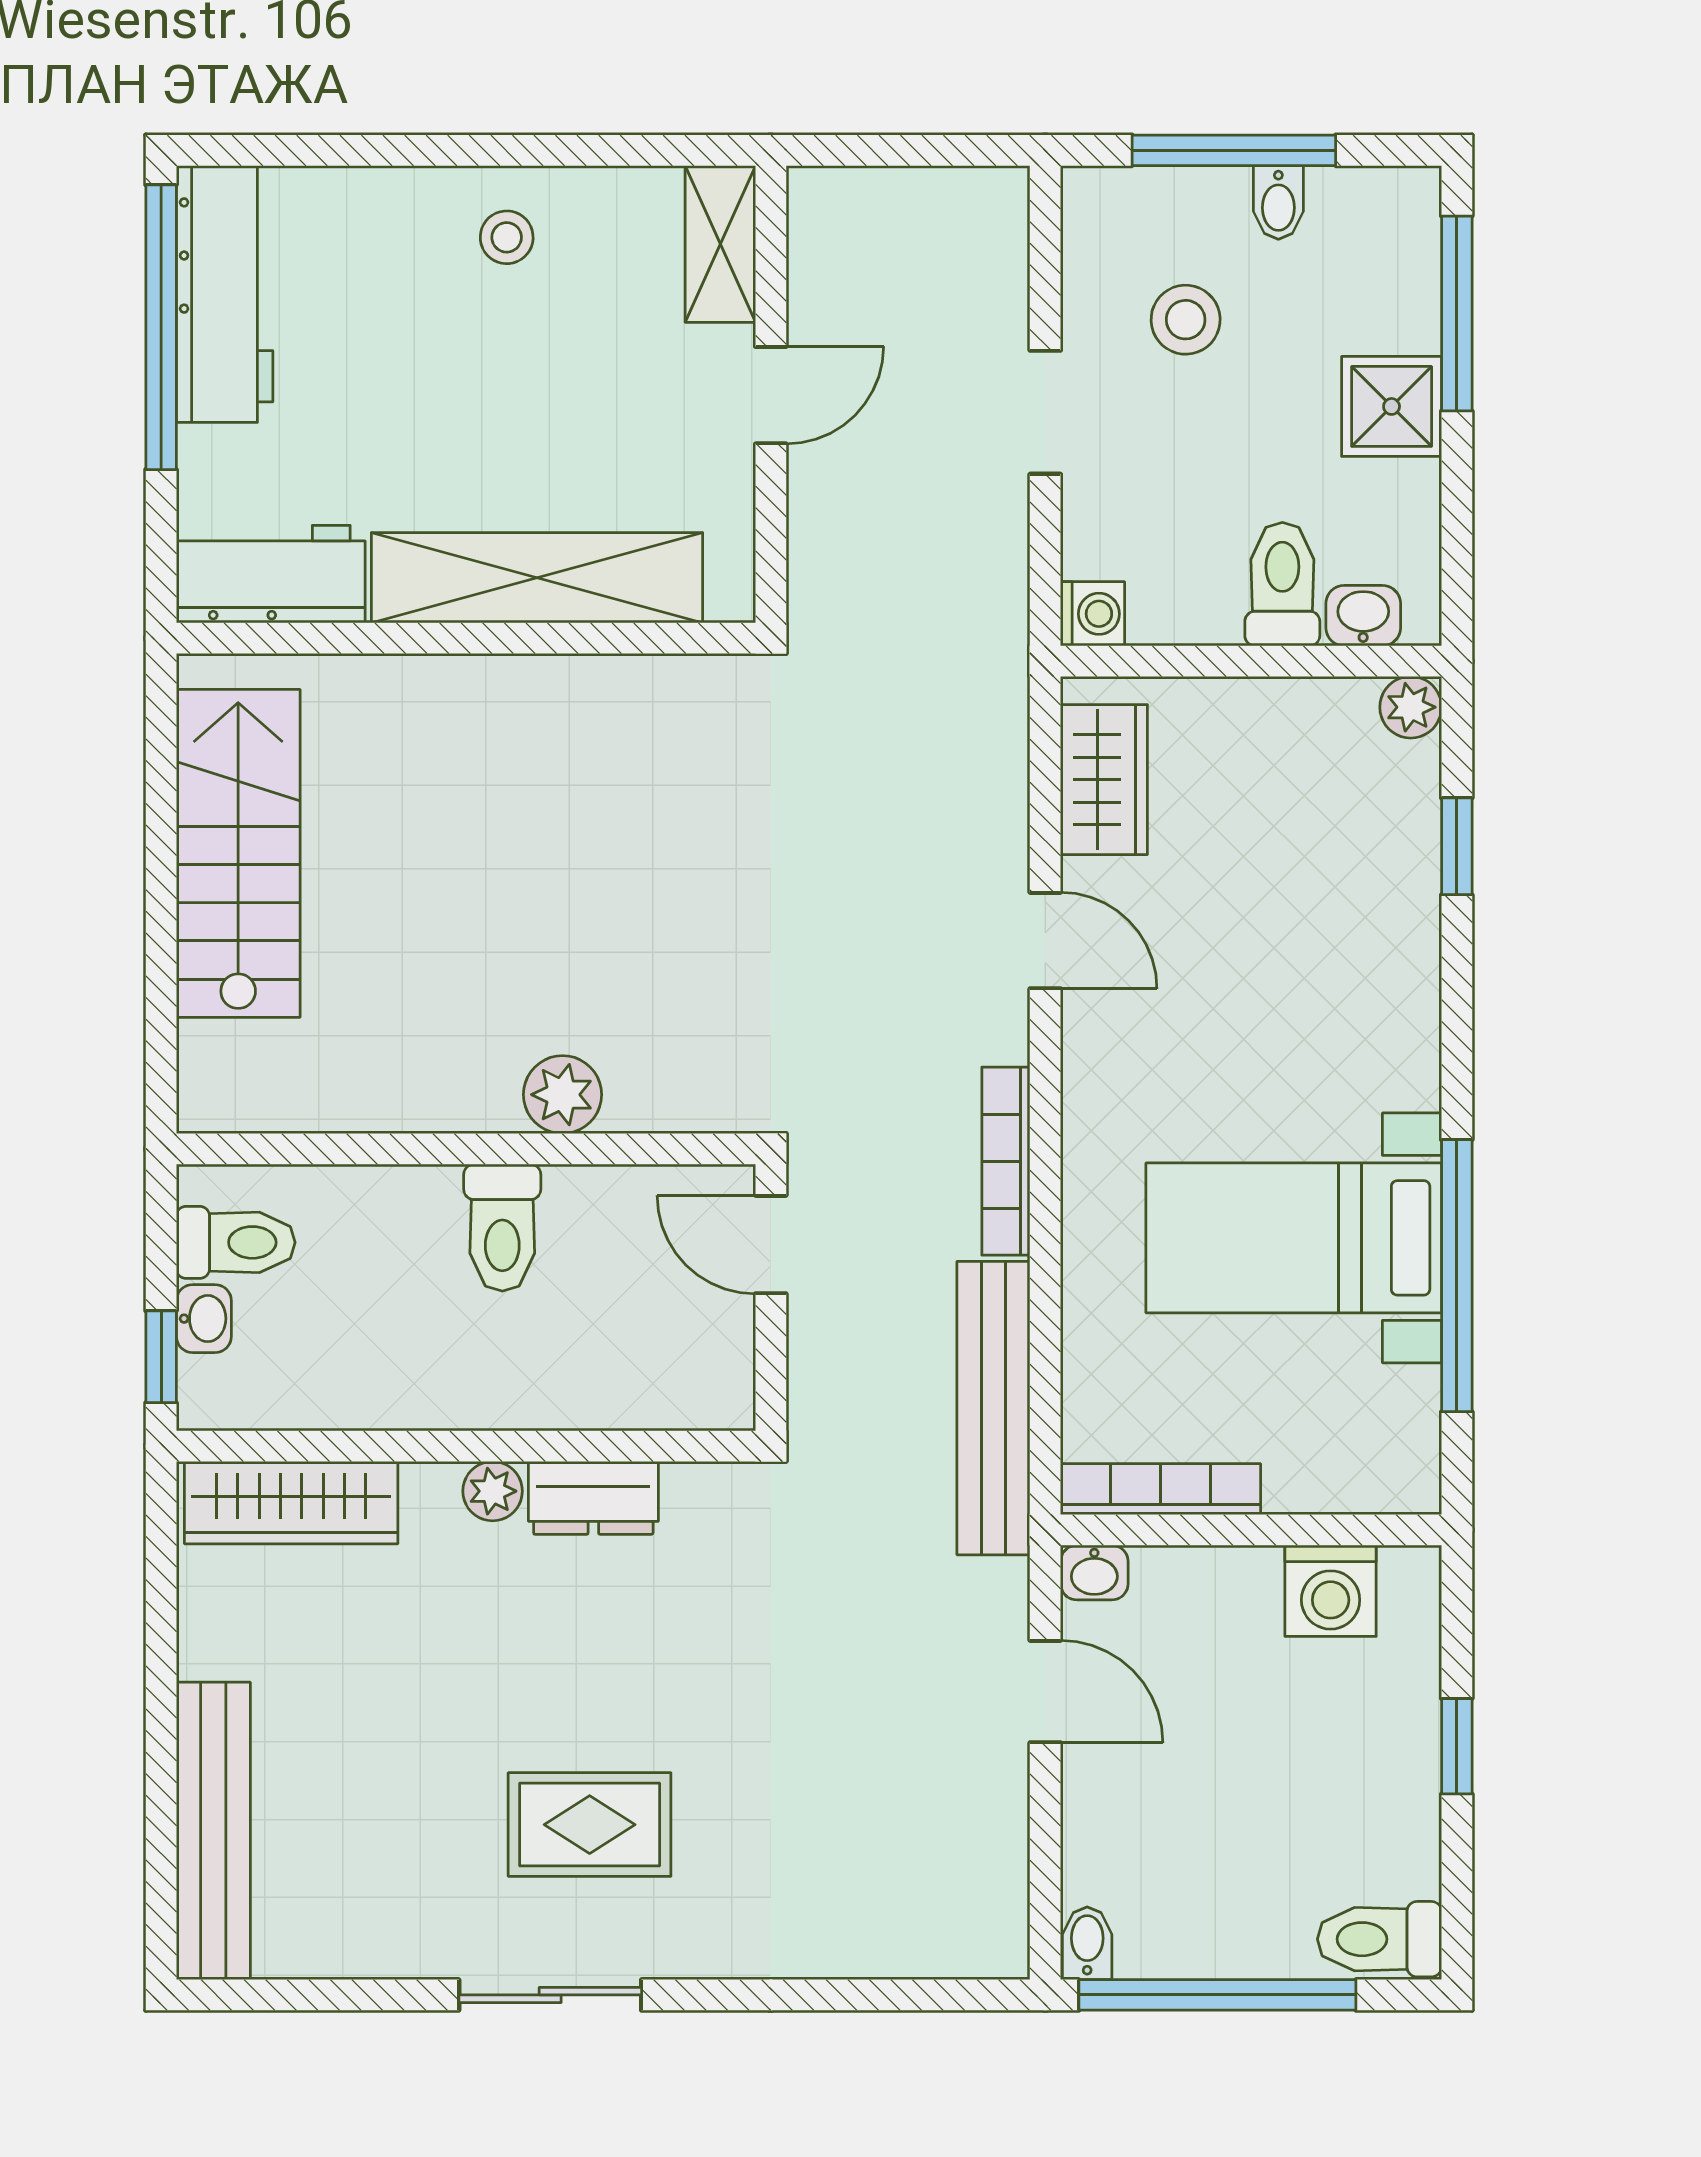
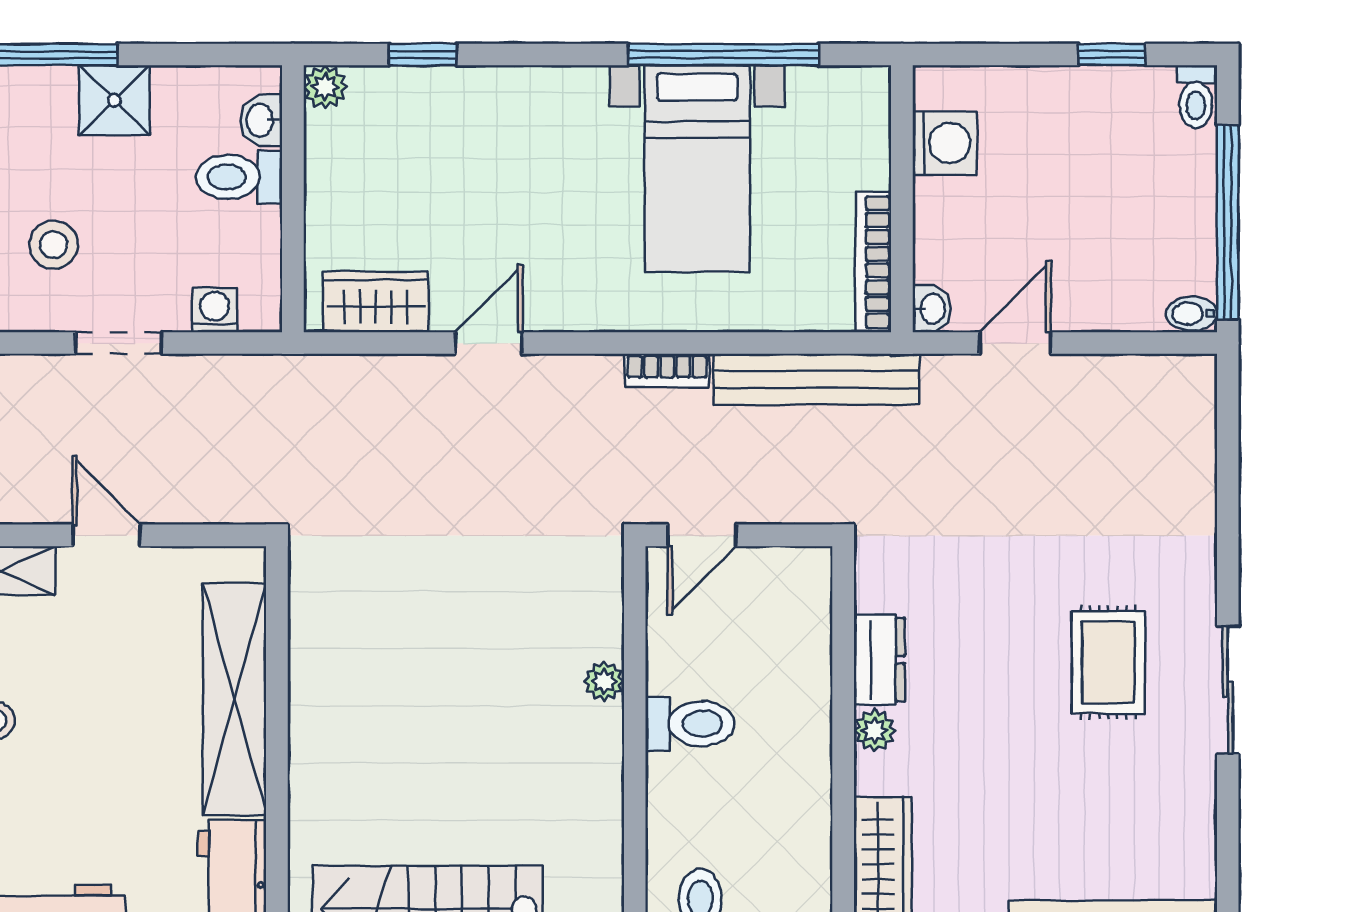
washing machine: (1093, 614) -> (215, 310), moved
plant: (562, 1095) -> (604, 681), width x0.73, depth x0.73
bookcase: (1006, 1161) -> (667, 371), width x0.64
window: (1457, 1746) -> (1112, 55), moved
toilet: (1379, 1939) -> (1196, 97), width x0.73, depth x0.72

